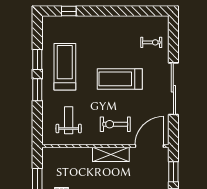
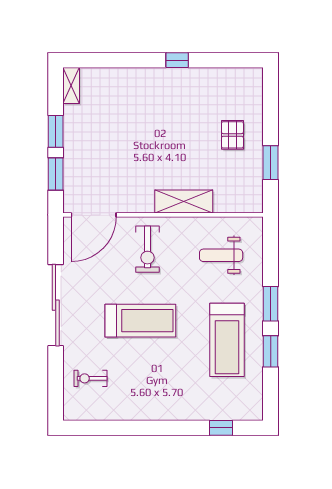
weight bench: (69, 120) -> (221, 255), turned 90
exercise bike: (115, 124) -> (147, 249), turned 90
shelving: (111, 154) -> (184, 202), moved

